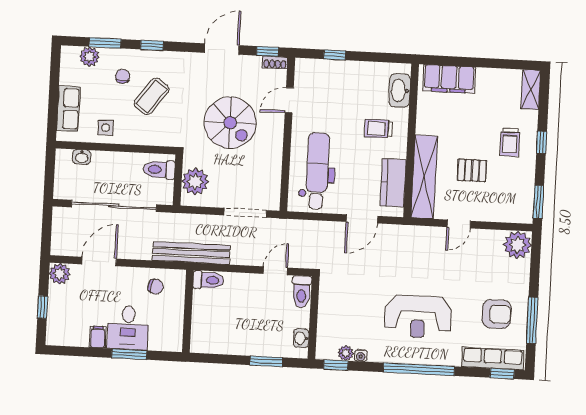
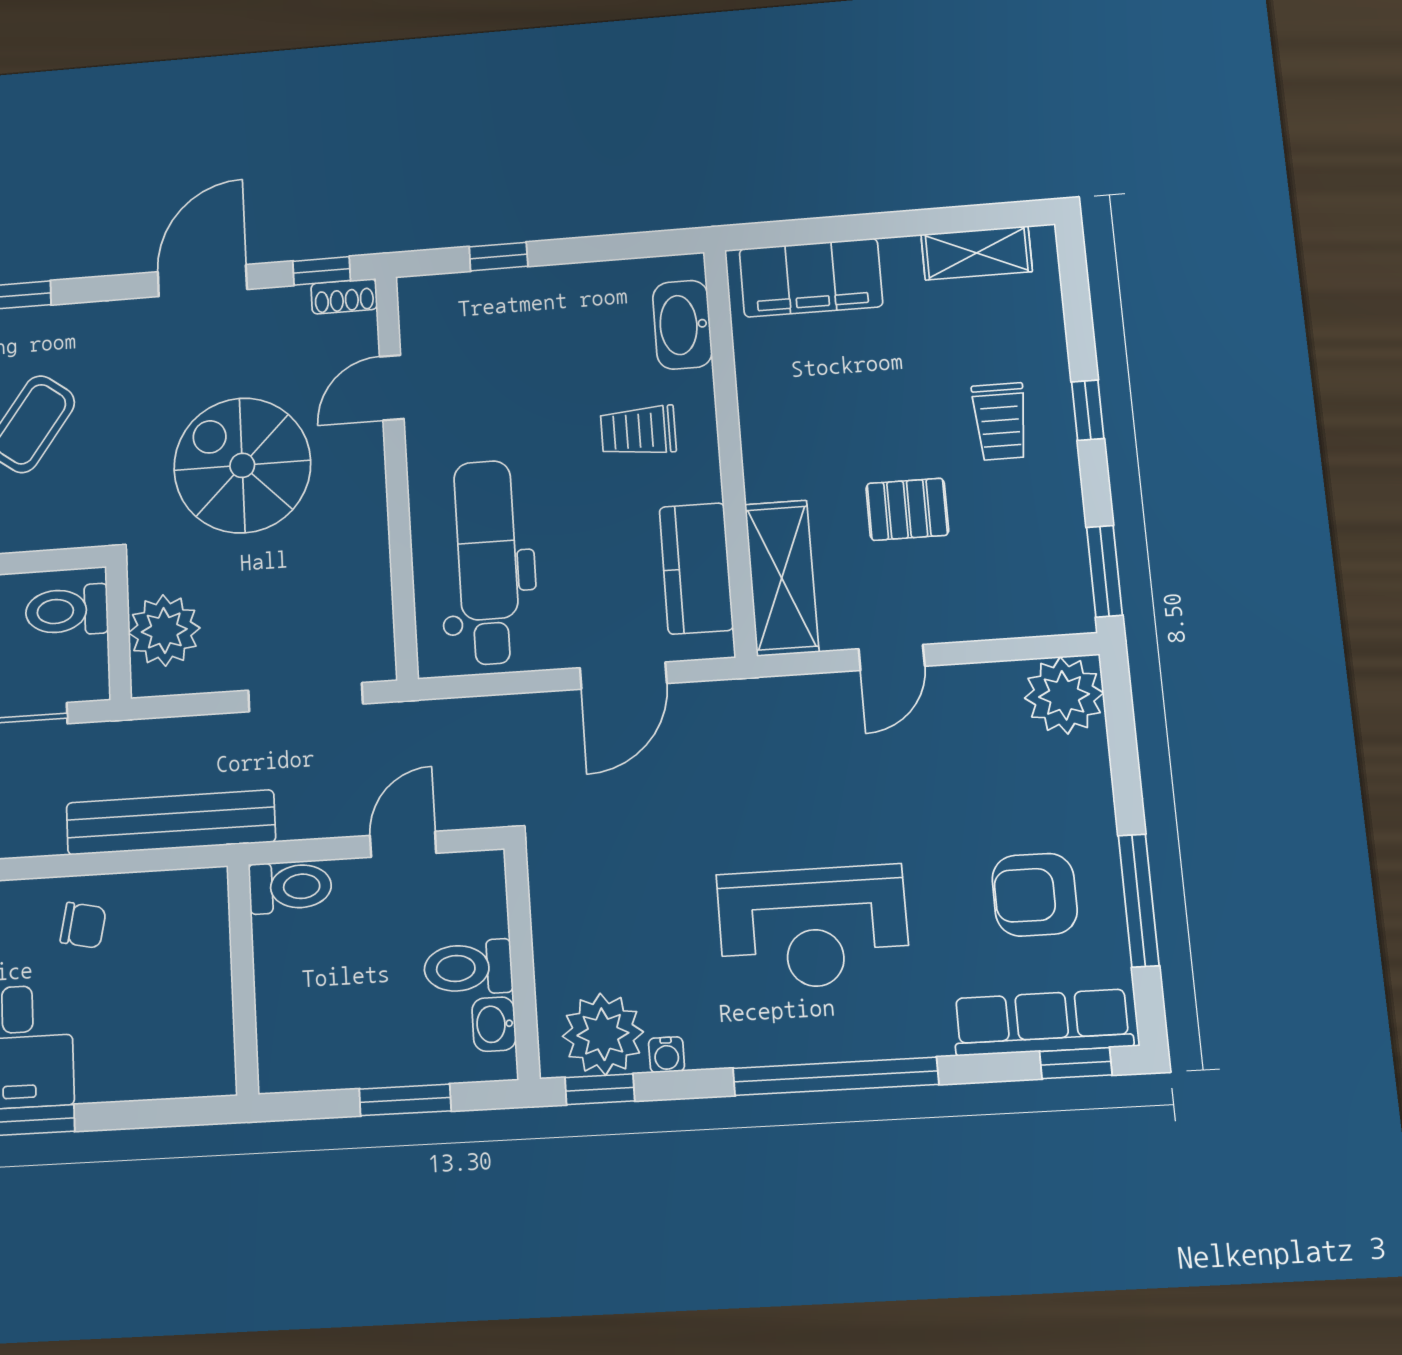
shelving: (531, 90) -> (977, 253), moved, turned 90
spiral stairs: (230, 123) -> (242, 465), turned 180
shelving: (424, 177) -> (782, 578), width x0.68
toilet: (208, 280) -> (290, 887), moved
toilet: (301, 292) -> (468, 968), moved, turned 90
wall: (188, 311) -> (243, 979), moved
armchair: (497, 314) -> (1035, 895), turned 180
plant: (346, 353) -> (603, 1034), width x1.87, depth x1.87

